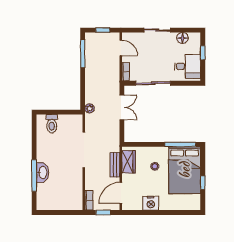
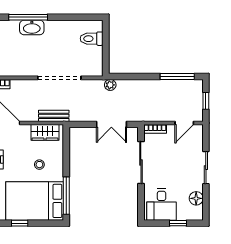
bench: (115, 165) -> (54, 116), moved

